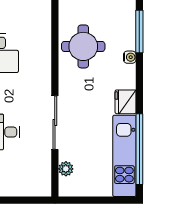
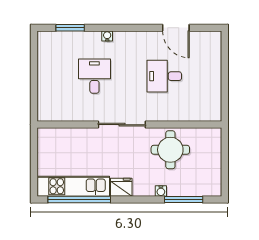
sliding door: (55, 123) -> (122, 125), moved
plant: (66, 169) -> (62, 134), removed

